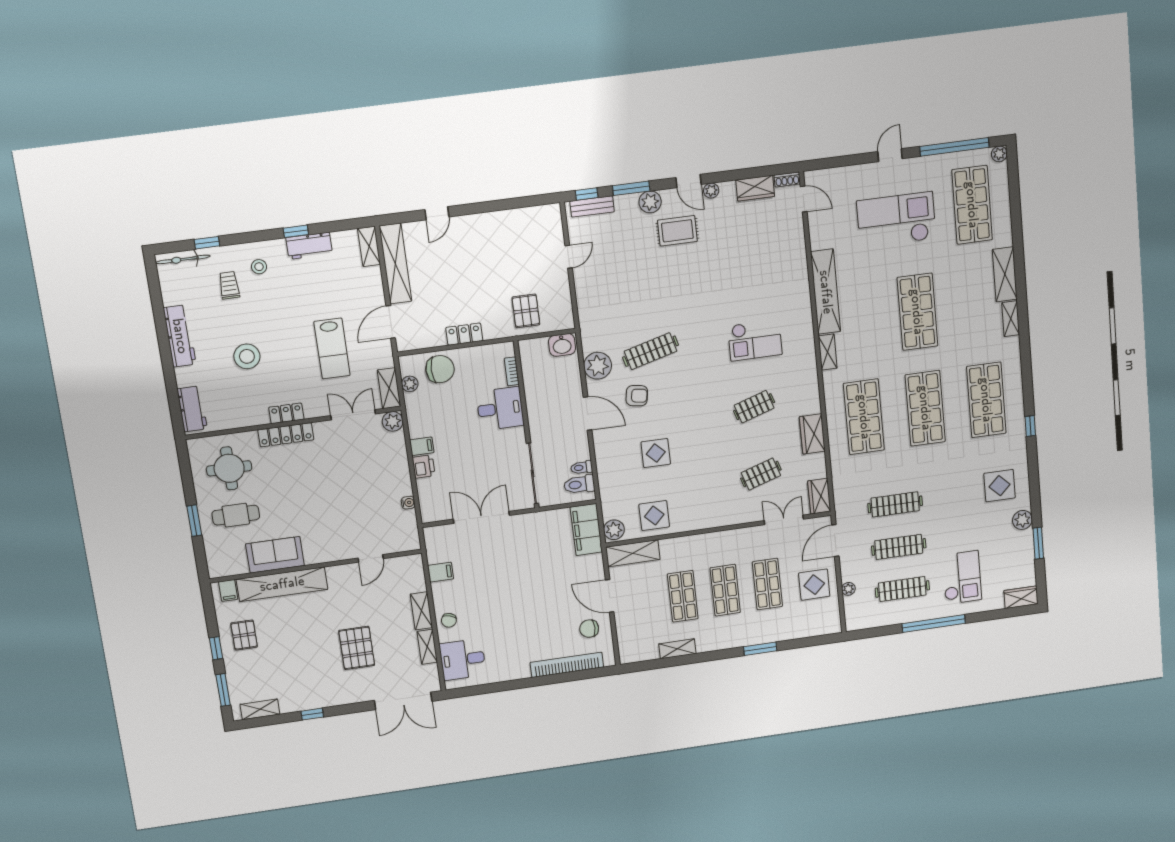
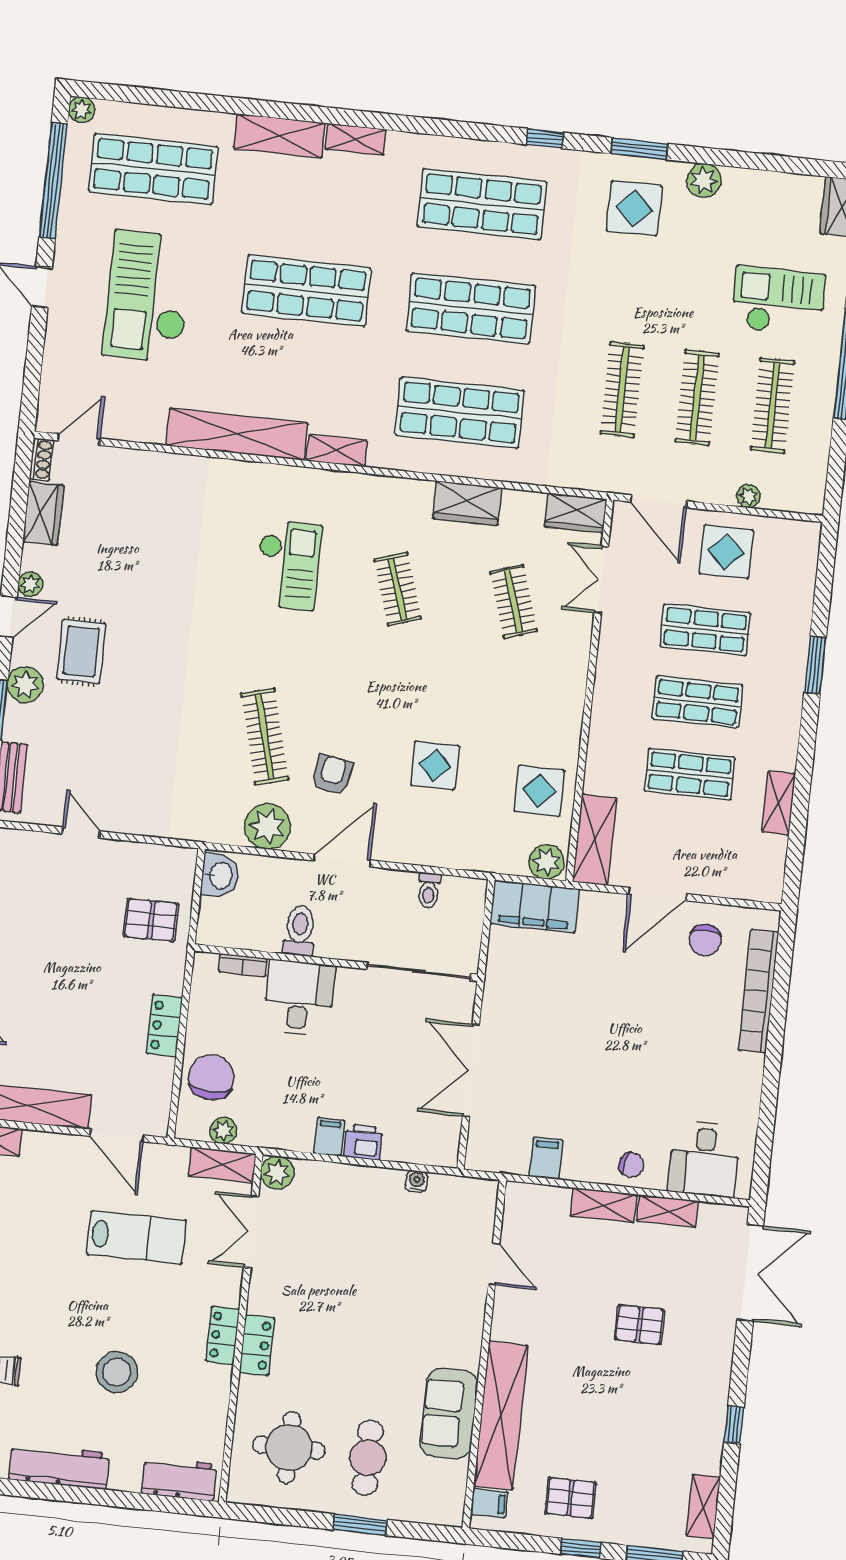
locker: (286, 435) -> (257, 1345), width x0.66
toilet: (579, 484) -> (300, 931), moved, turned 180
window: (1038, 543) -> (639, 149), moved
pallet: (357, 648) -> (639, 1325), width x0.67, depth x0.71

